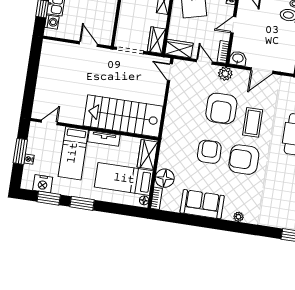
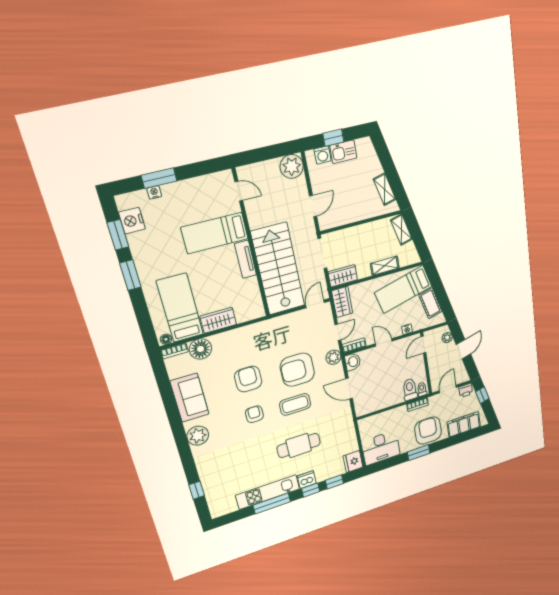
plant: (51, 50) -> (292, 166), added
stairs: (123, 116) -> (278, 269), moved
door: (49, 122) -> (239, 191), moved
wall: (94, 129) -> (251, 245), moved
tv unit: (104, 138) -> (246, 259), moved
armchair: (209, 152) -> (248, 379), turned -89
bed: (73, 153) -> (215, 233), moved
armchair: (244, 160) -> (254, 414), width x0.53, depth x0.53
plant: (239, 217) -> (198, 436), width x1.88, depth x1.88

